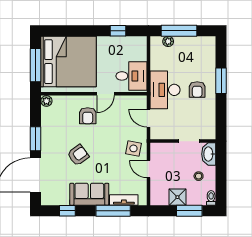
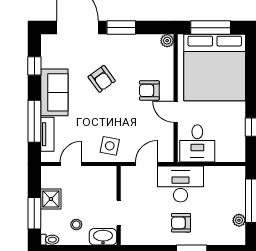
plant: (168, 41) -> (239, 220), moved
door: (149, 169) -> (71, 164), moved

